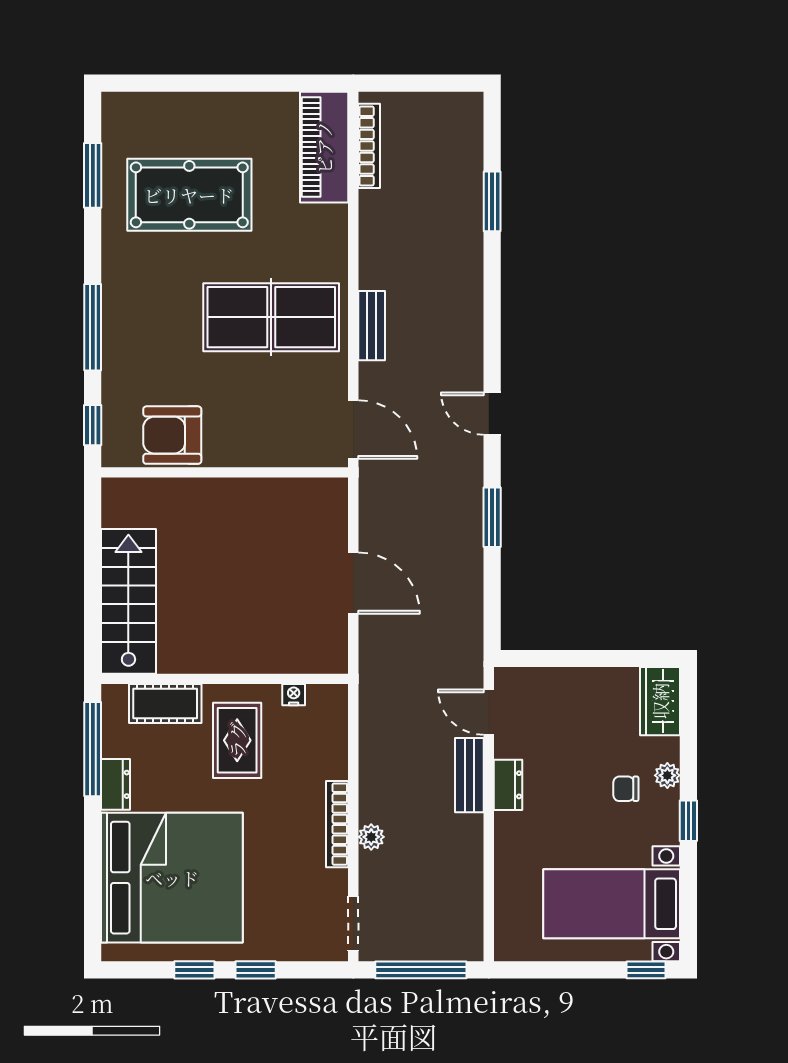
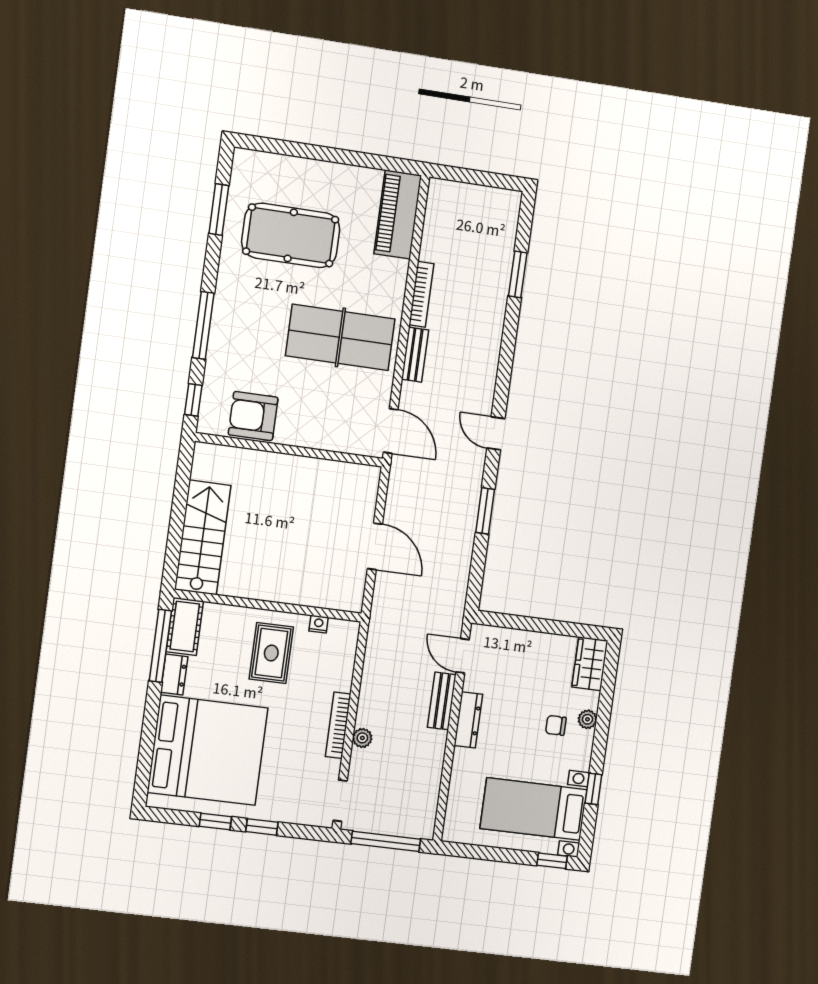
bookcase: (369, 146) -> (421, 294), moved
cot: (165, 704) -> (185, 626), moved, turned 90
dresser: (508, 785) -> (468, 720), width x1.44
window: (688, 821) -> (593, 789), moved

